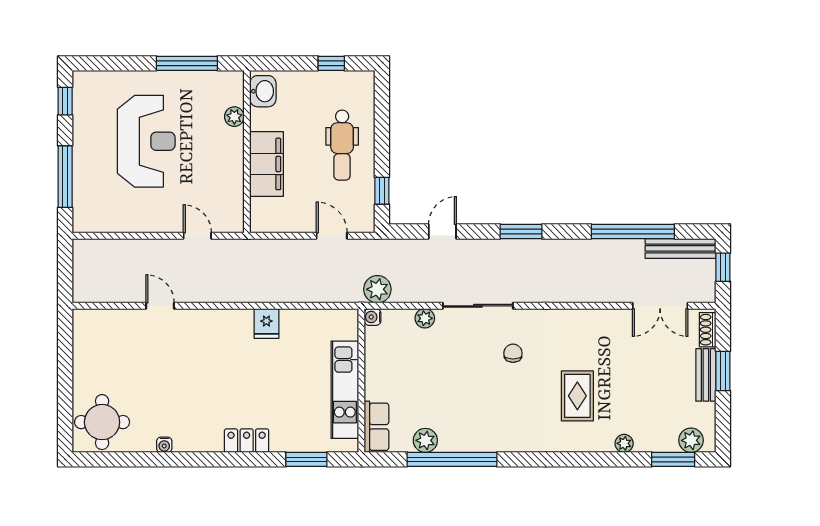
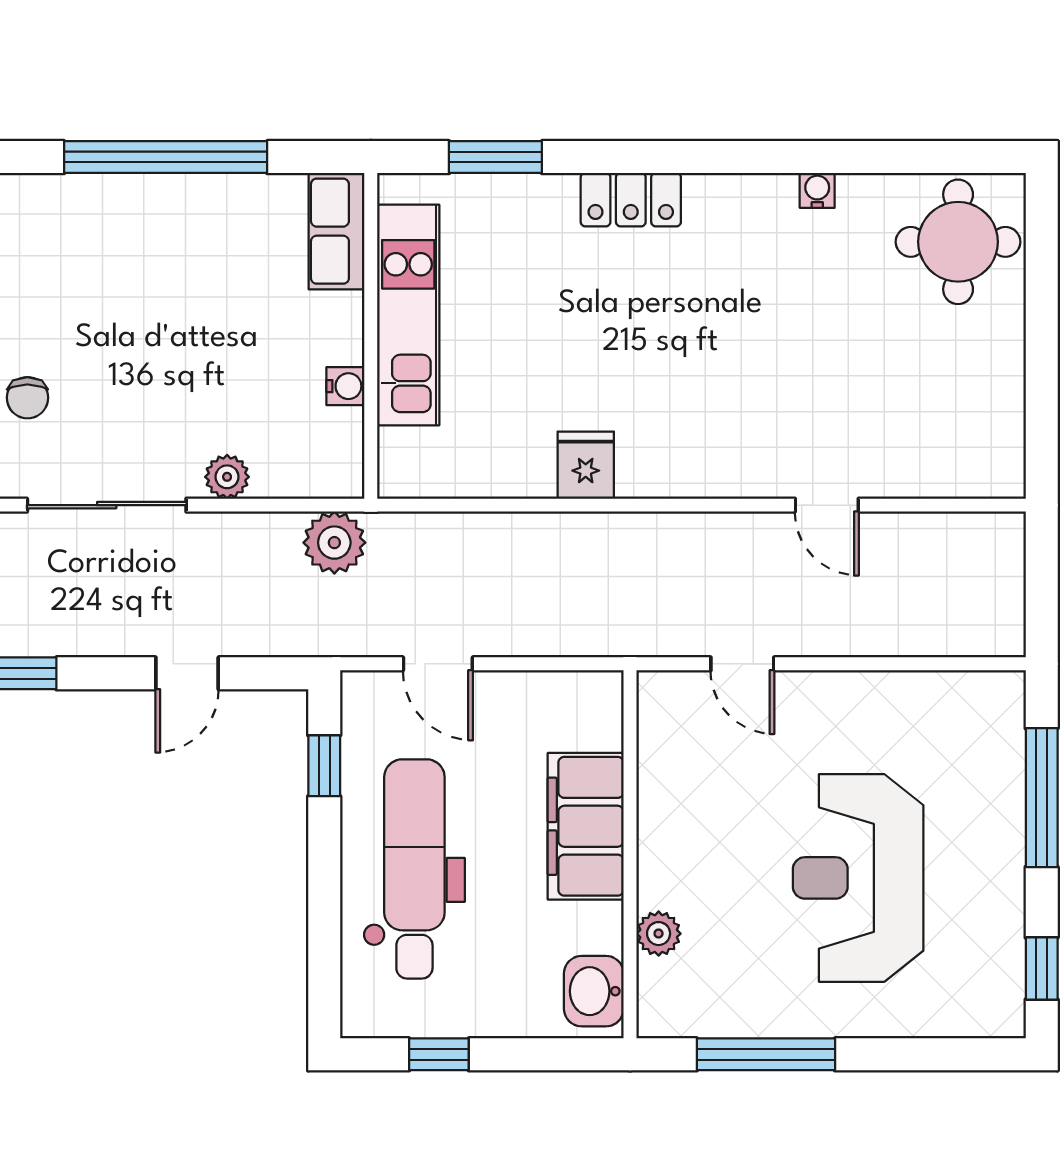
dental chair: (342, 145) -> (414, 869), width x1.36, depth x1.38
water cooler: (373, 317) -> (345, 386), moved
plant: (425, 440) -> (226, 200), removed

